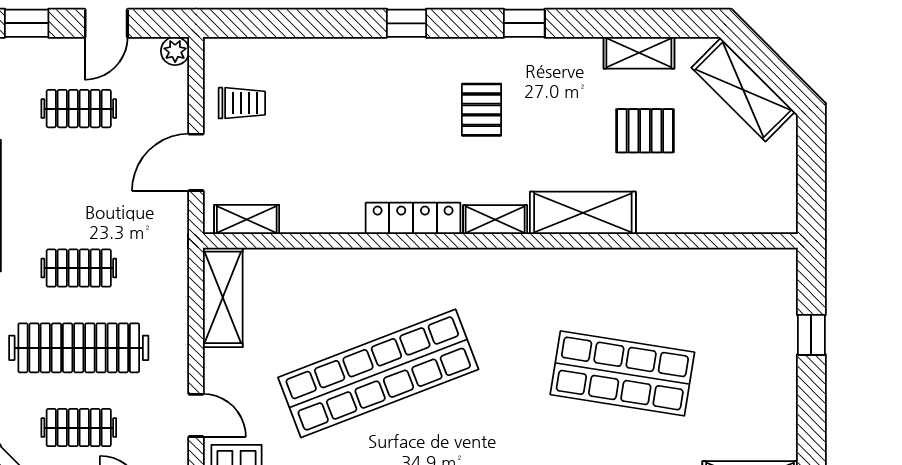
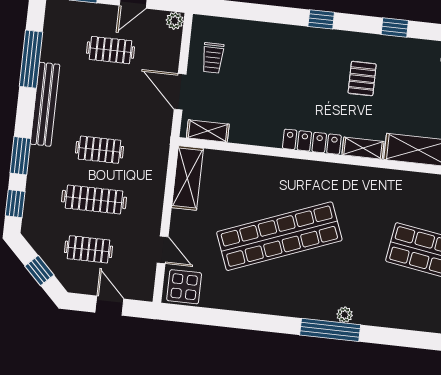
trolley: (242, 103) -> (213, 58), turned 90
door: (196, 162) -> (180, 92), hinge flipped
clothes rail: (79, 348) -> (94, 200), width x0.73, depth x0.76

